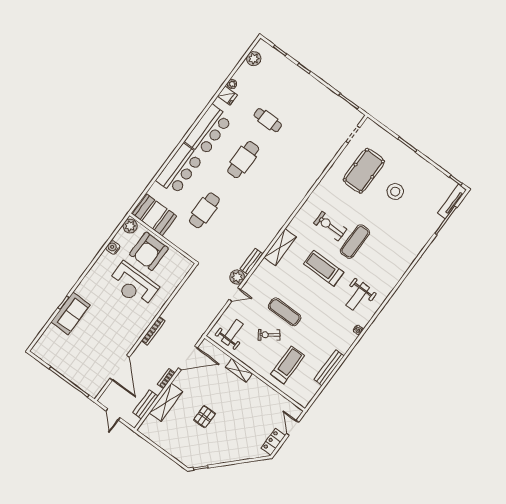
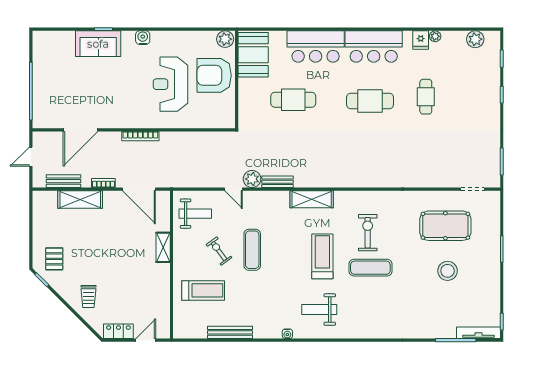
water cooler: (113, 247) -> (143, 38), moved
pallet: (205, 417) -> (54, 259), moved, turned 90
trolley: (235, 445) -> (88, 297), added

